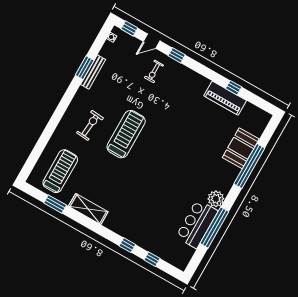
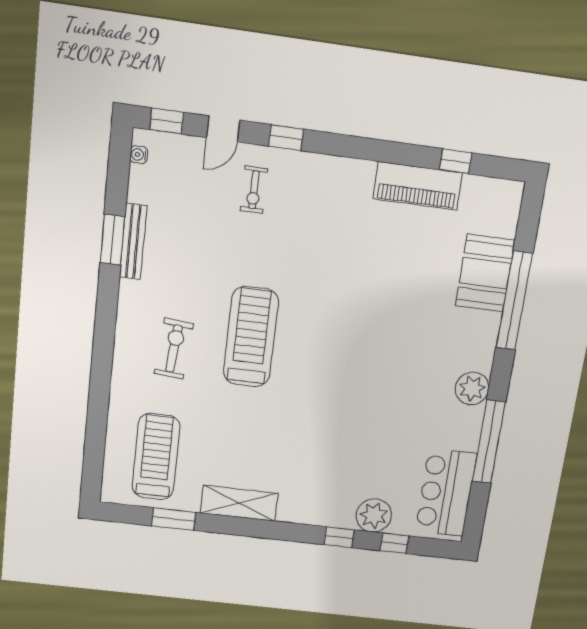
window: (234, 88) -> (456, 161), moved
bar counter: (197, 224) -> (446, 492), moved
plant: (148, 241) -> (374, 515), added

